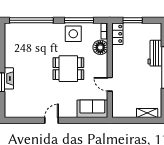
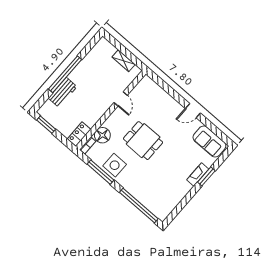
window: (133, 20) -> (46, 125), moved
sofa: (92, 109) -> (209, 142), moved
shelving: (147, 113) -> (124, 61), moved

